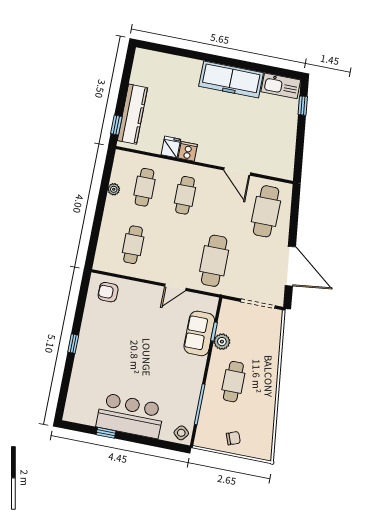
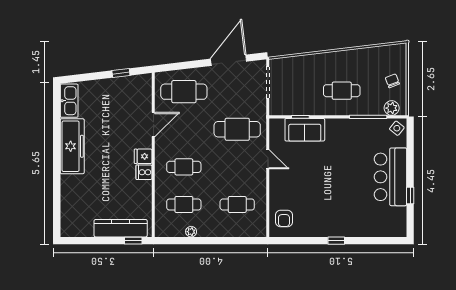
window: (303, 106) -> (121, 73), moved
fridge: (171, 147) -> (143, 156), moved
plant: (222, 342) -> (392, 108), moved

